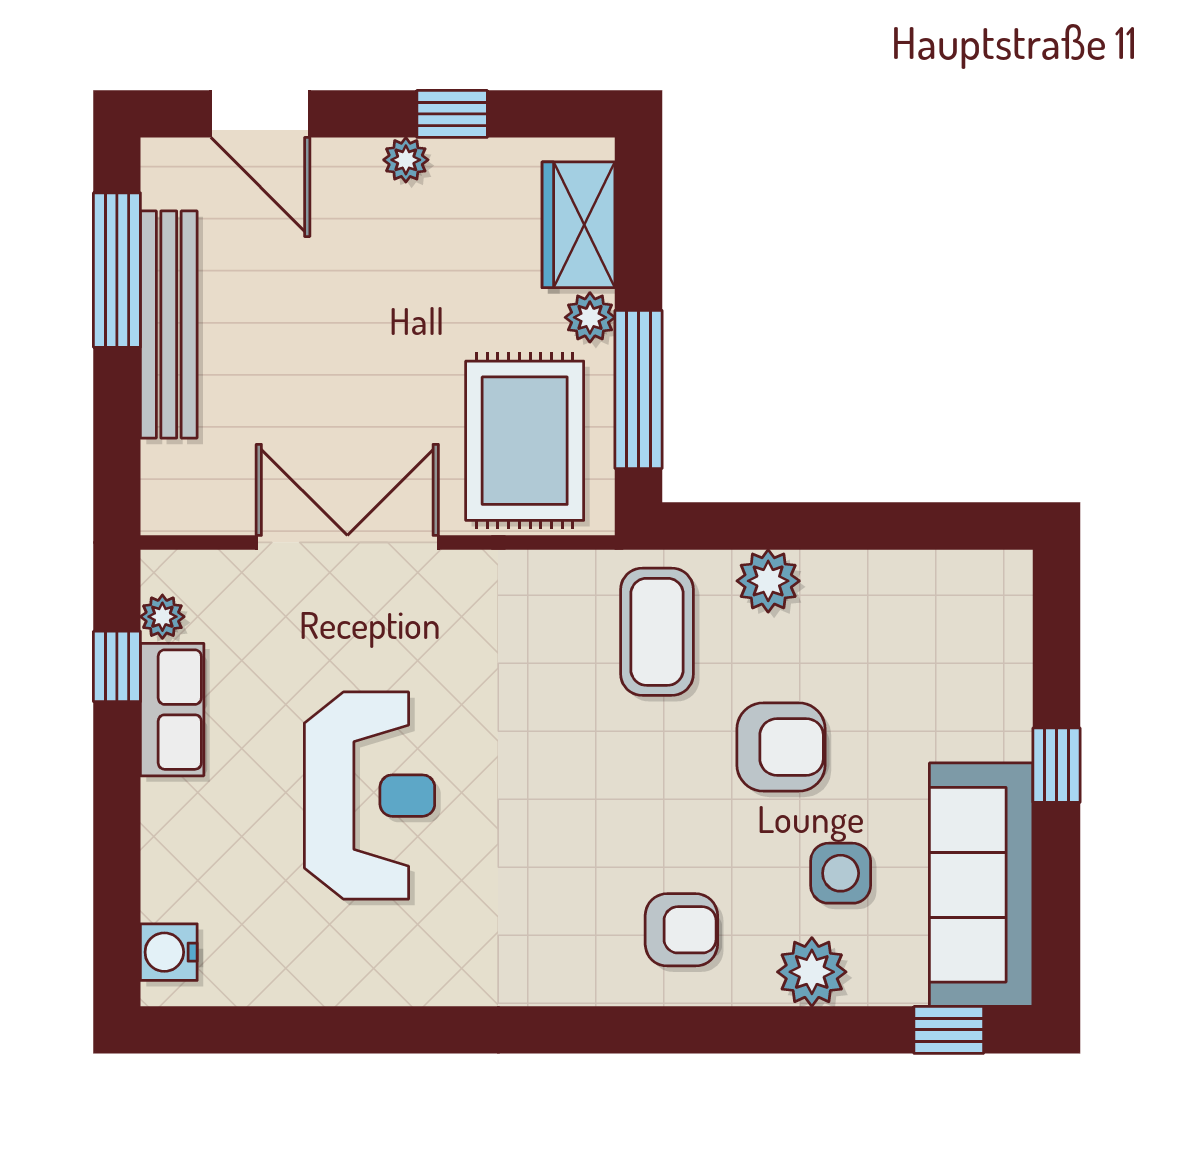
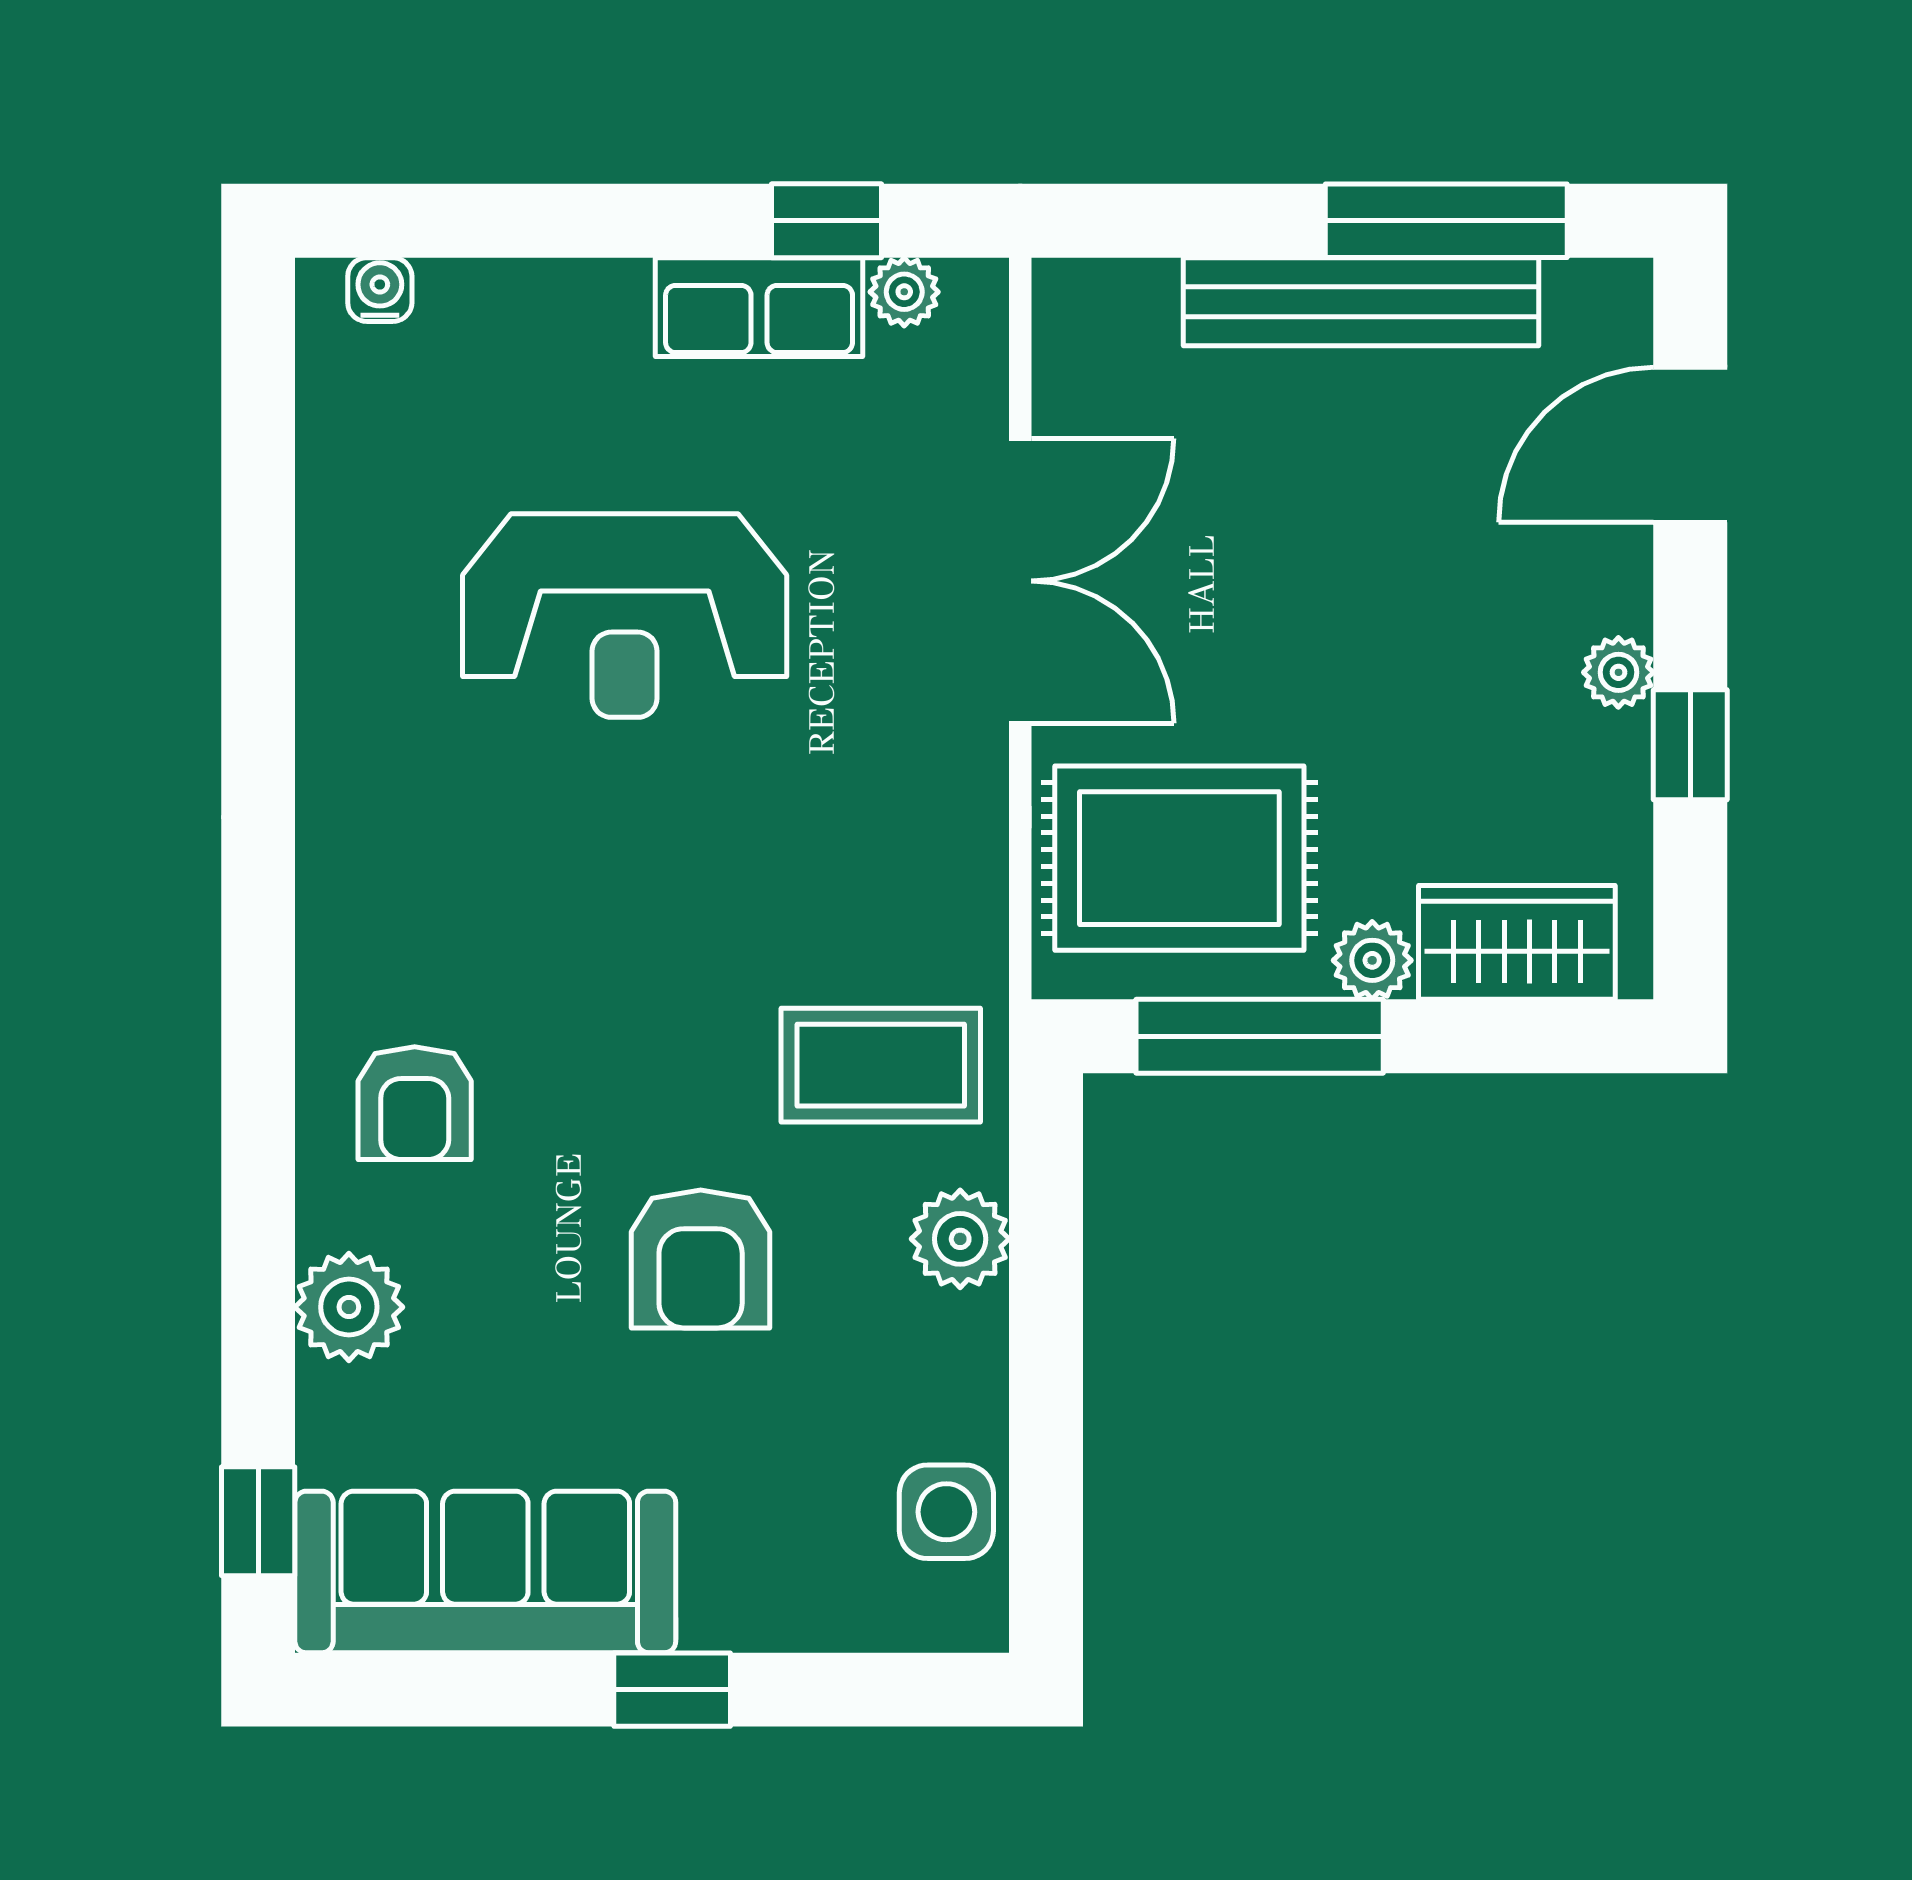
side table: (841, 873) -> (946, 1512), moved
water cooler: (169, 952) -> (380, 290), width x0.72, depth x0.72

